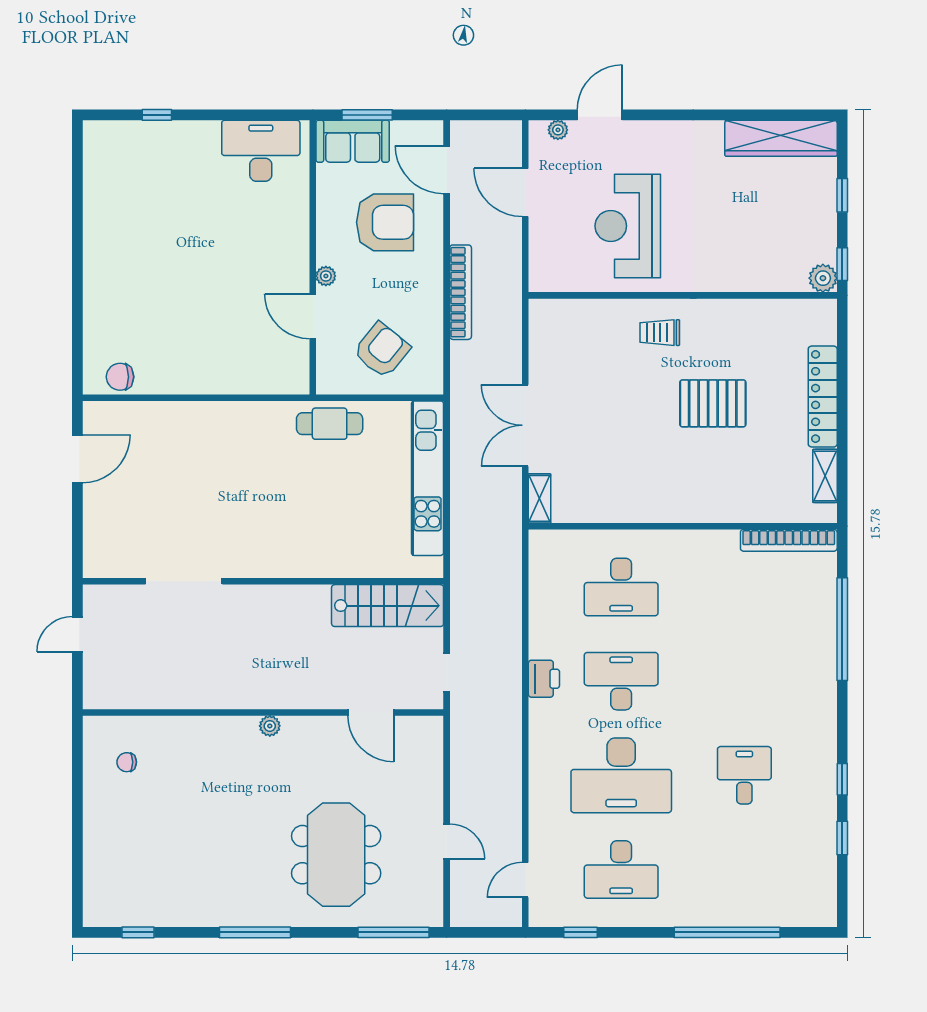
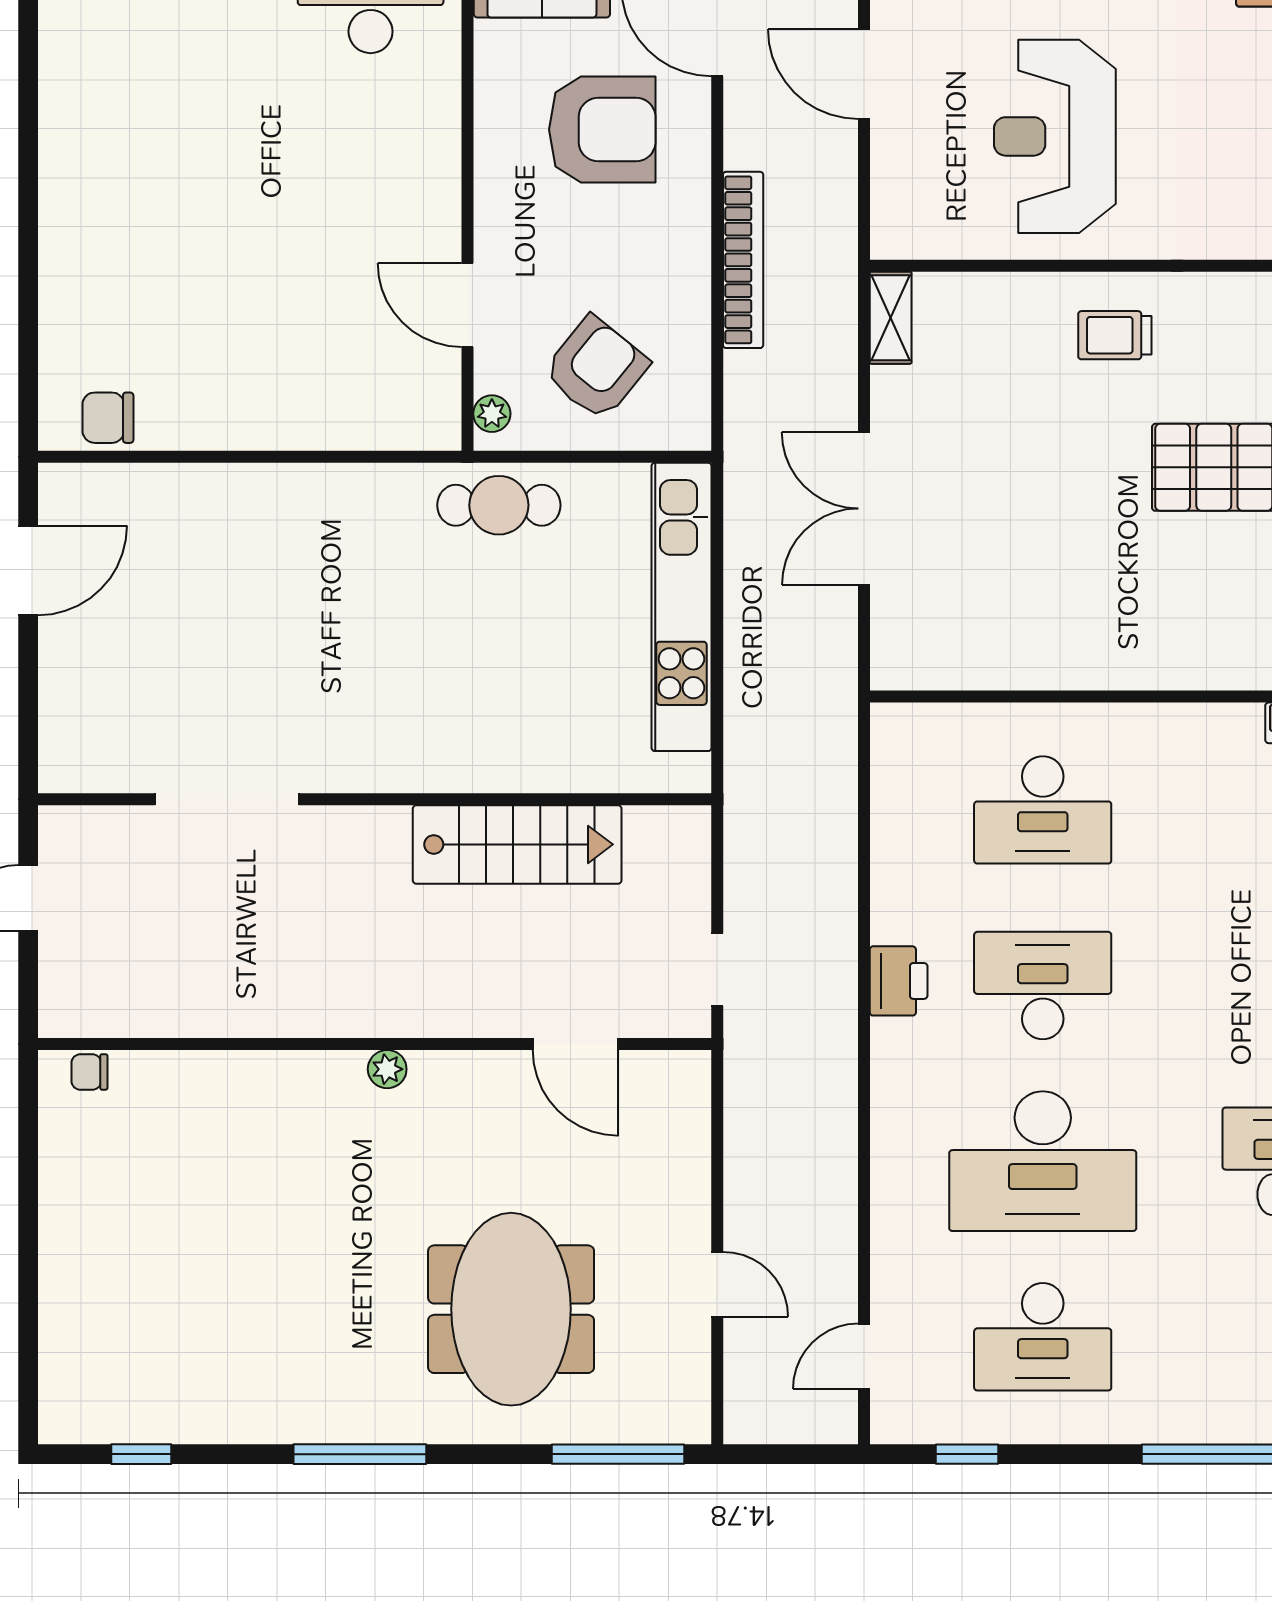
plant: (326, 276) -> (492, 414), moved
shelving: (540, 498) -> (891, 318), moved
stairs: (388, 606) -> (517, 844), moved
chair: (127, 762) -> (90, 1072), moved

